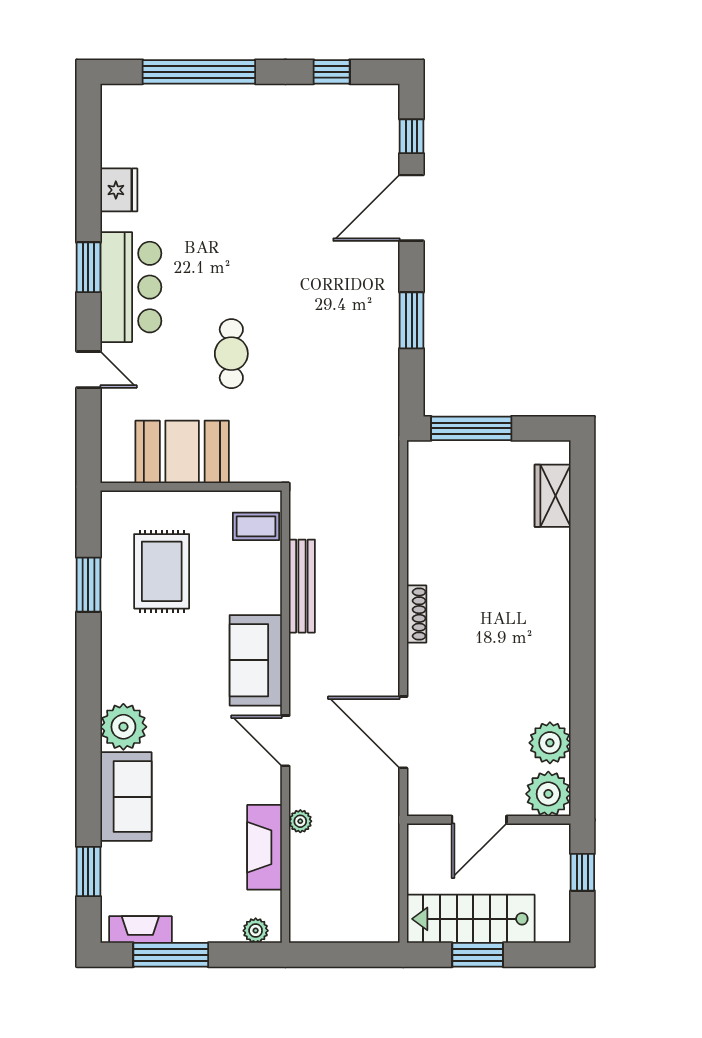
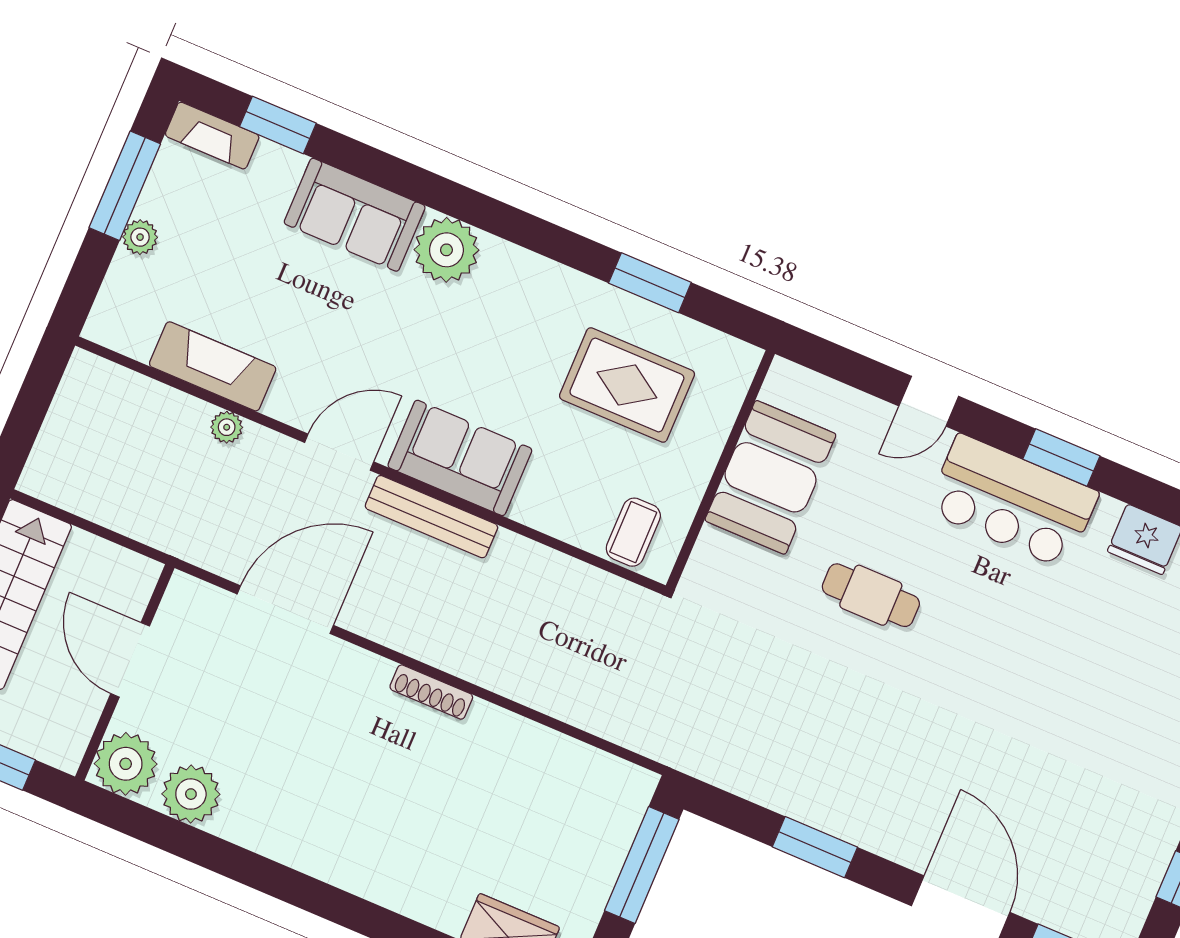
bench: (302, 586) -> (431, 517), moved
fireplace: (140, 930) -> (212, 136), moved, turned 90
plant: (256, 931) -> (140, 237), moved

